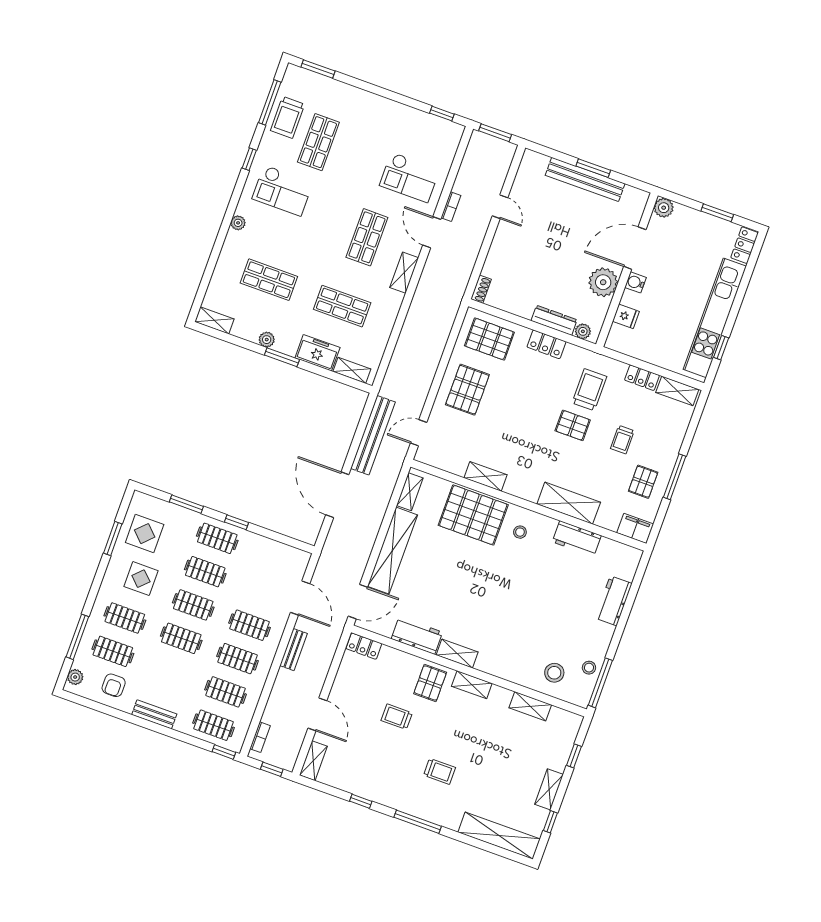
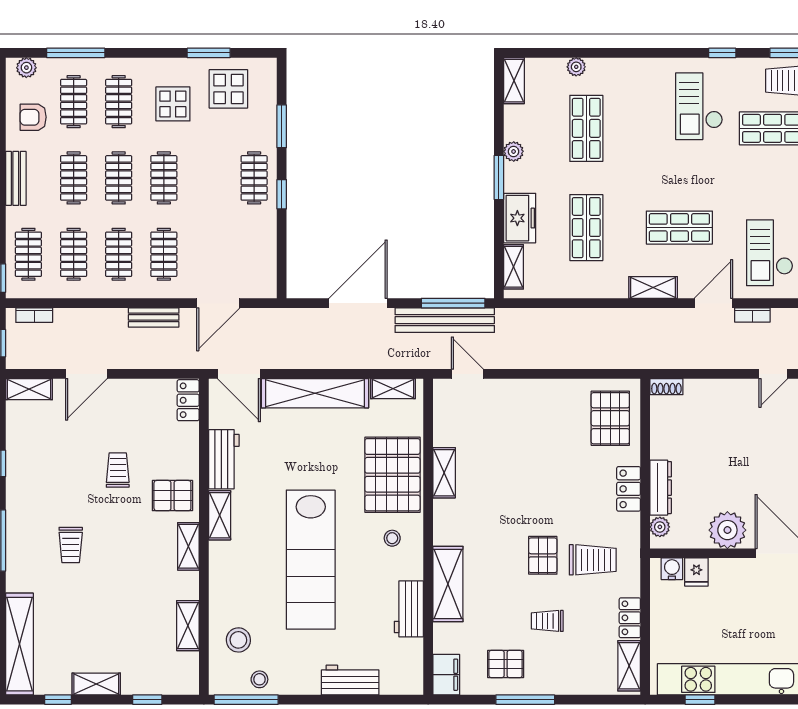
plant: (238, 223) -> (576, 67), moved
water cooler: (635, 282) -> (672, 569), moved
pallet: (467, 390) -> (540, 414), removed
window: (363, 425) -> (453, 303), added
clothes rail: (205, 572) -> (74, 178), moved
lab bench: (514, 598) -> (311, 560), added

